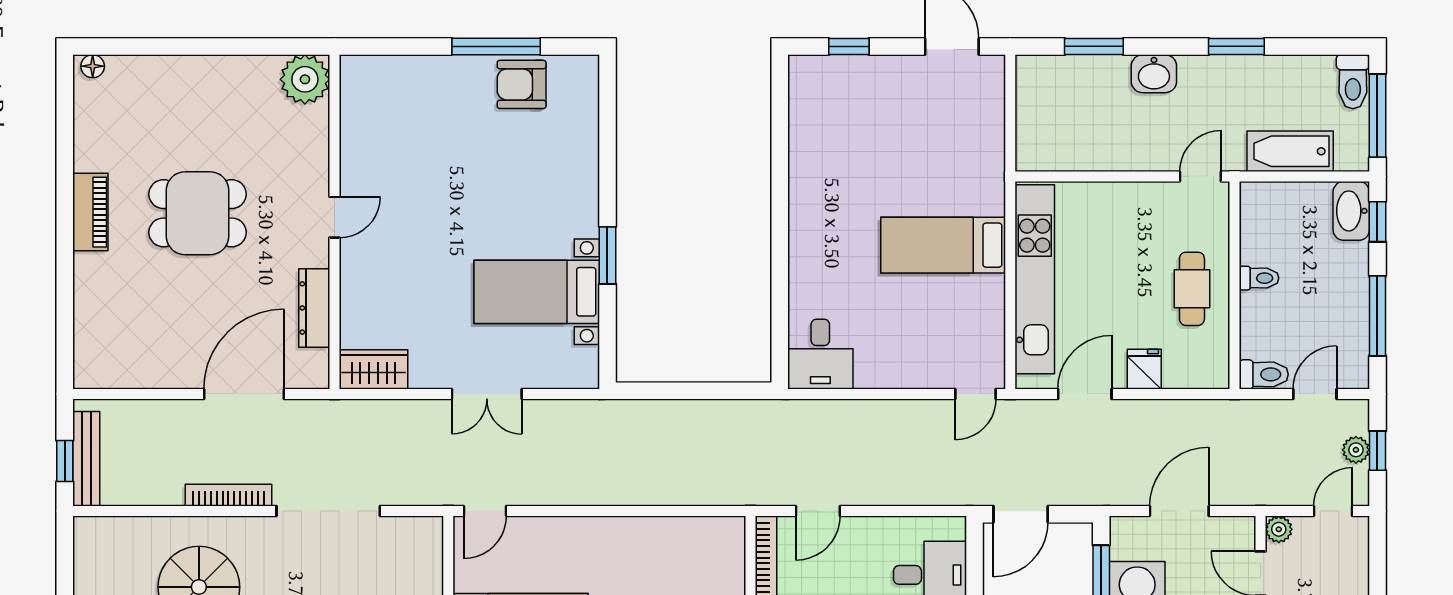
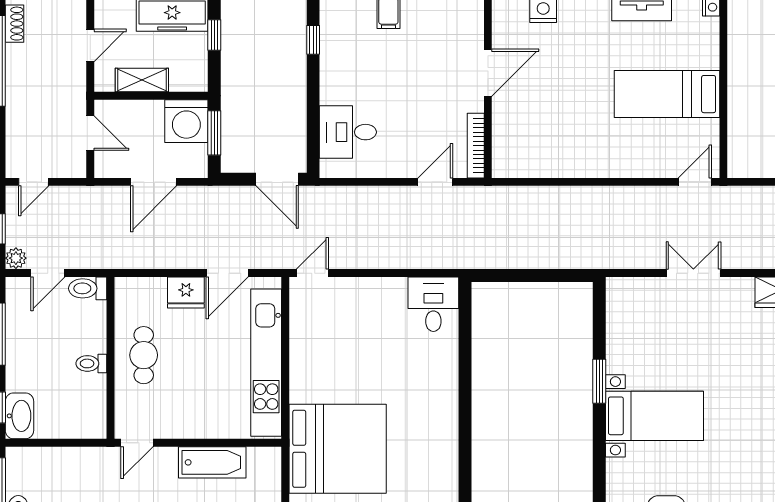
bathtub: (1290, 151) -> (212, 462), moved
bed: (943, 245) -> (338, 449), moved, width x2.04
bed with nightstands: (537, 292) -> (654, 416), moved
fridge: (1144, 369) -> (186, 292), width x1.38
plant: (1356, 450) -> (16, 258), moved
door: (1021, 514) -> (277, 179), swing flipped
plant: (1279, 529) -> (76, 168), removed

